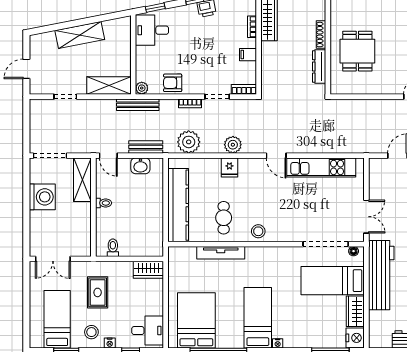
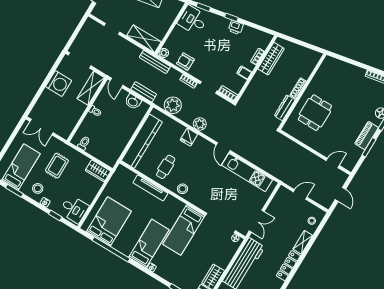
bed: (333, 281) -> (184, 230), moved, turned -90

